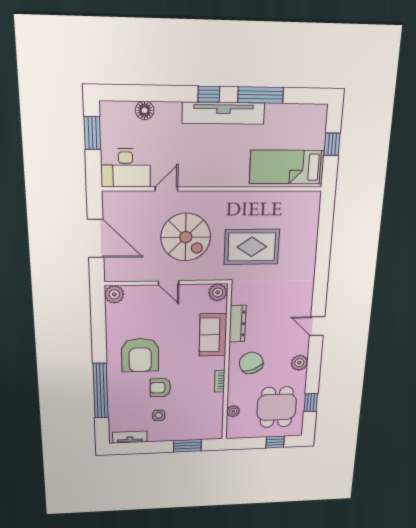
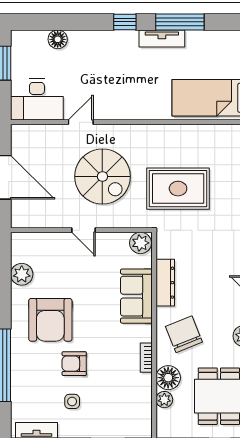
tv unit: (223, 113) -> (162, 38), width x0.52, depth x0.78
plant: (114, 294) -> (22, 274), moved
floor lamp: (237, 395) -> (168, 378), added

